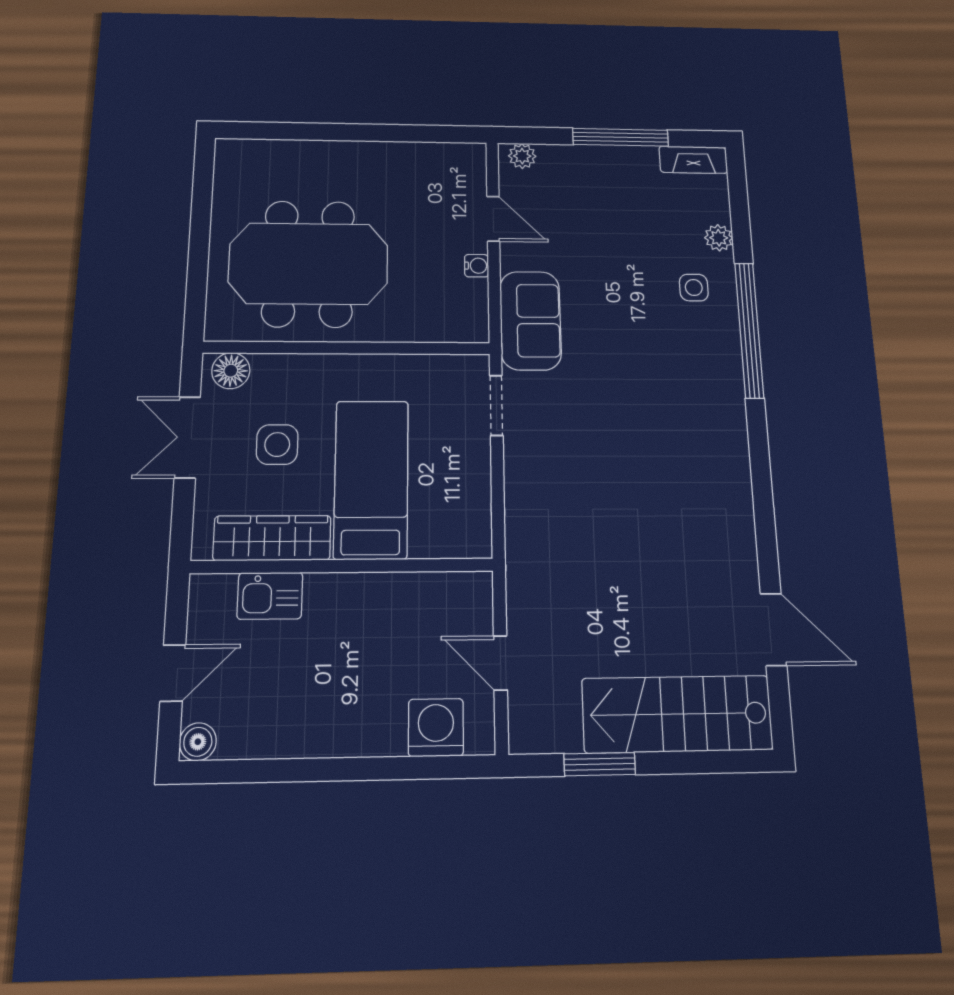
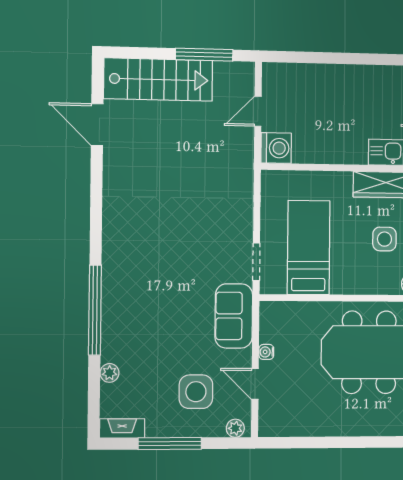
side table: (694, 288) -> (196, 392), moved, width x1.87, depth x1.87
bed: (371, 479) -> (309, 247), moved, turned 180
door: (500, 663) -> (258, 111), swing flipped
washing machine: (436, 727) -> (276, 148), moved, turned -90
window: (600, 764) -> (204, 55), width x1.44

